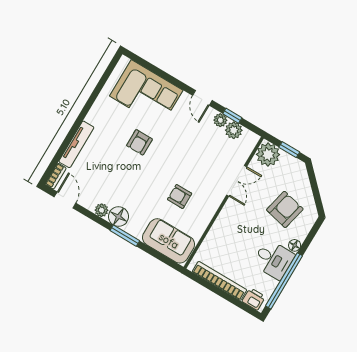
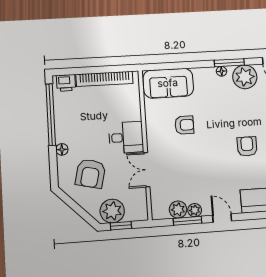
window: (232, 116) -> (188, 221), width x1.50
plant: (268, 155) -> (112, 211), moved
plant: (101, 210) -> (245, 77), width x1.87, depth x1.87
floor lamp: (118, 217) -> (221, 71), width x0.53, depth x0.53
window: (125, 236) -> (229, 63), moved
desk: (274, 259) -> (126, 137), moved, turned 180

